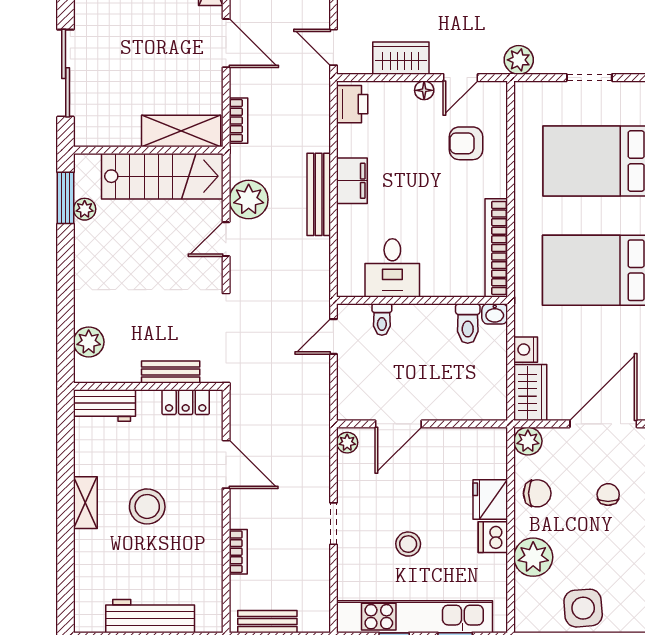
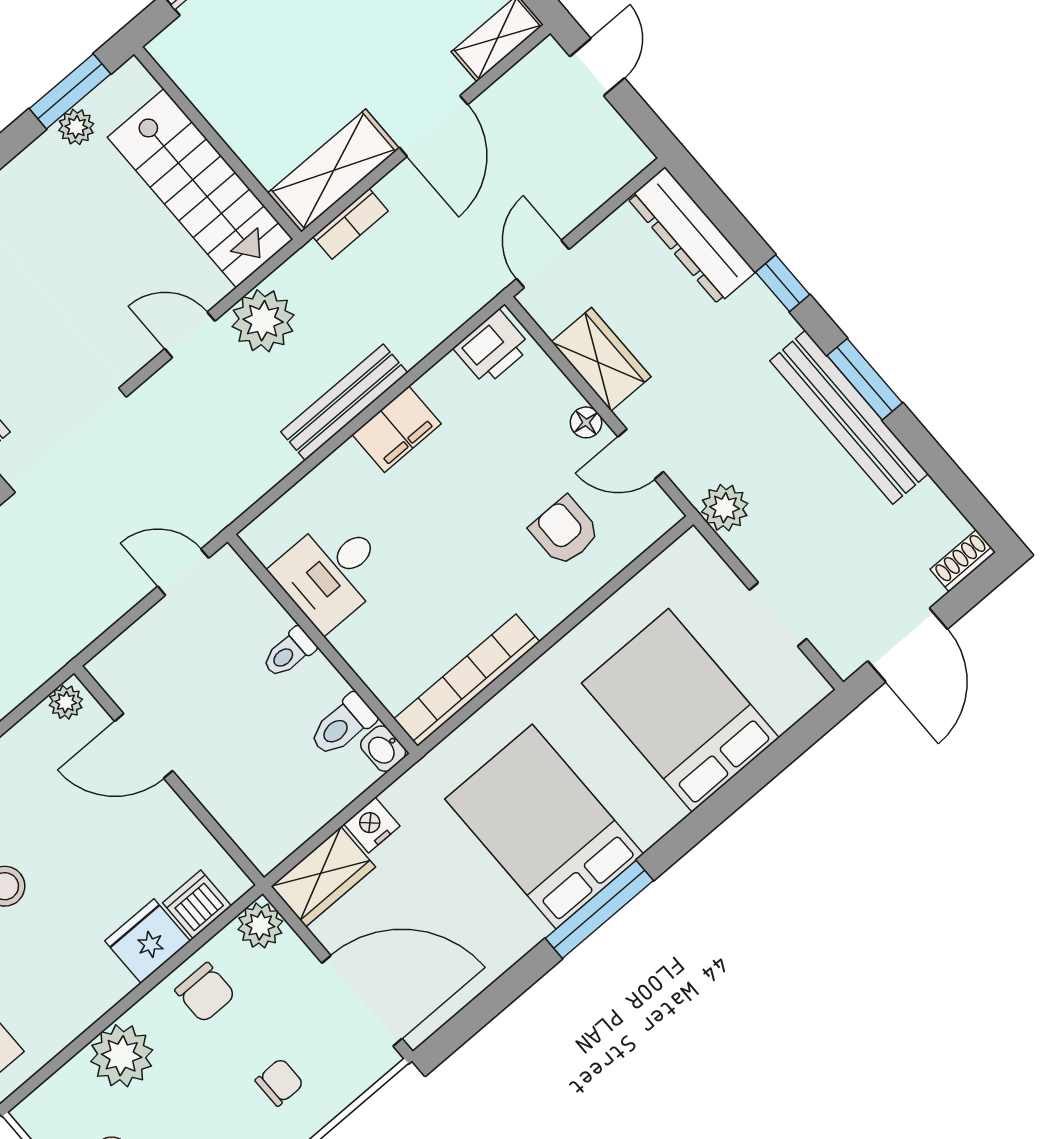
shelving: (181, 131) -> (333, 171), moved, turned 90
toilet: (382, 320) -> (289, 653), moved
dishwasher: (493, 537) -> (197, 904), moved

